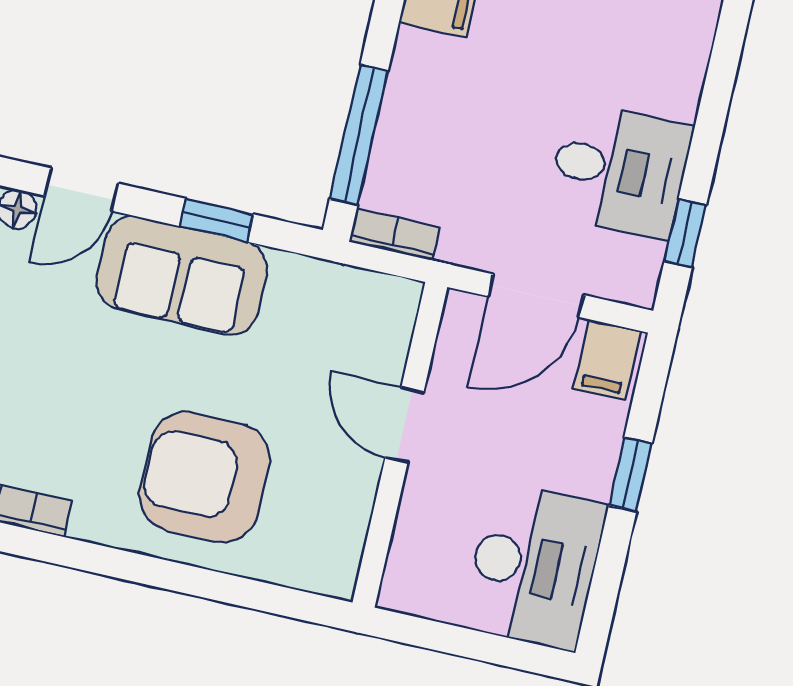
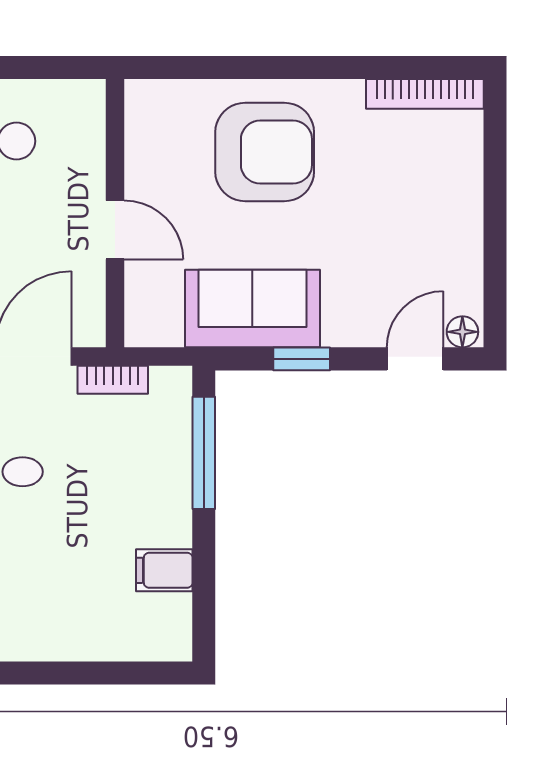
bookcase: (395, 234) -> (113, 380), moved
sofa: (182, 276) -> (252, 309), moved

